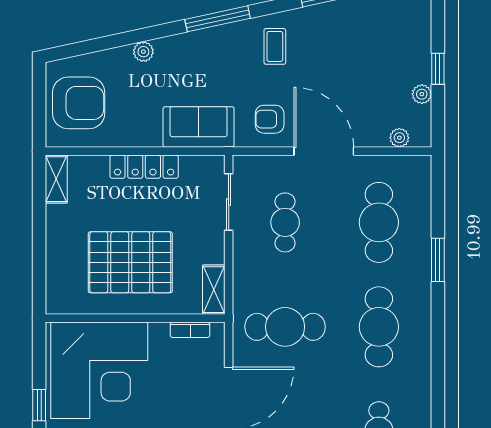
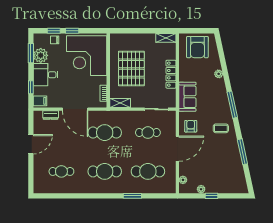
cafe table: (285, 327) -> (105, 133), turned 90

